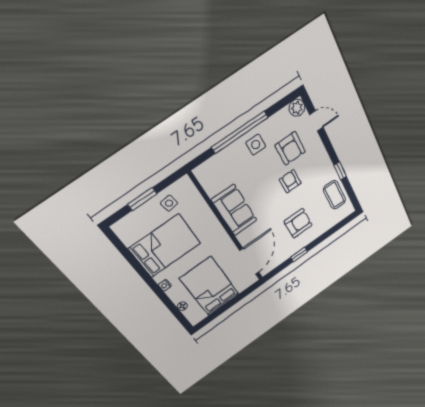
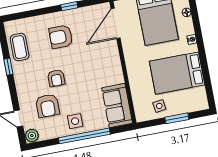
armchair: (290, 148) -> (47, 106), turned 180
sofa: (234, 210) -> (117, 106), moved

